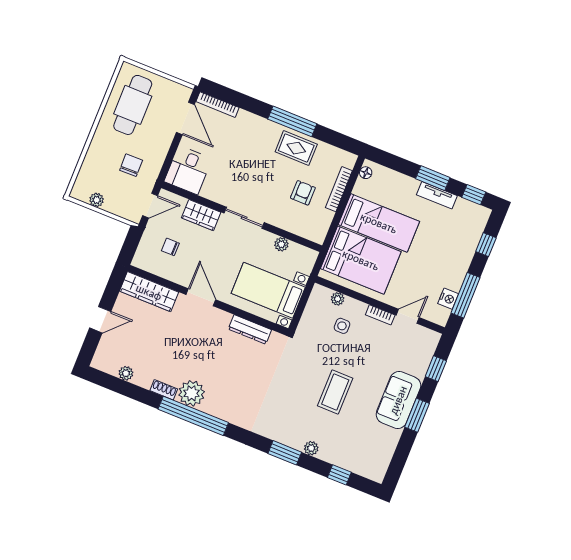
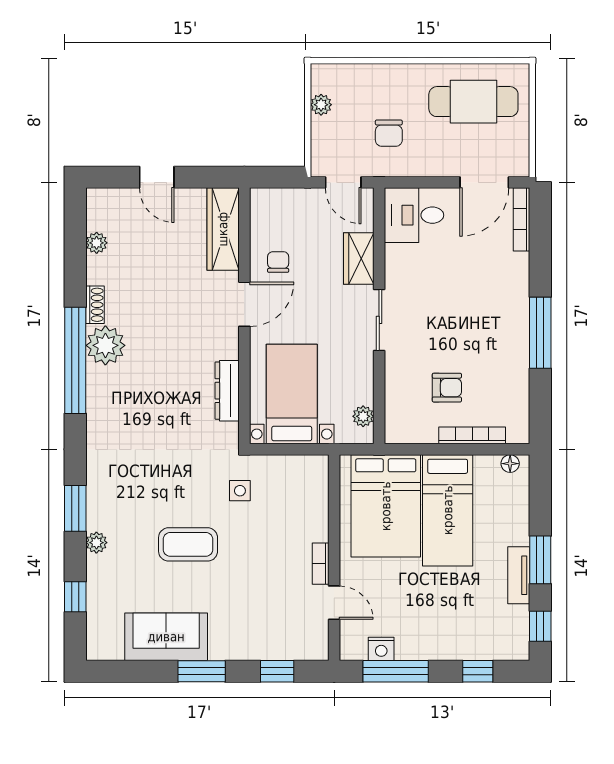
rug: (296, 148) -> (505, 353), removed
chair: (131, 165) -> (389, 133), turned 91
plant: (281, 244) -> (363, 416), moved
chair: (170, 247) -> (278, 262), moved
plant: (338, 299) -> (319, 495), removed
side table: (342, 326) -> (240, 491), moved
sofa: (398, 400) -> (166, 637), moved

